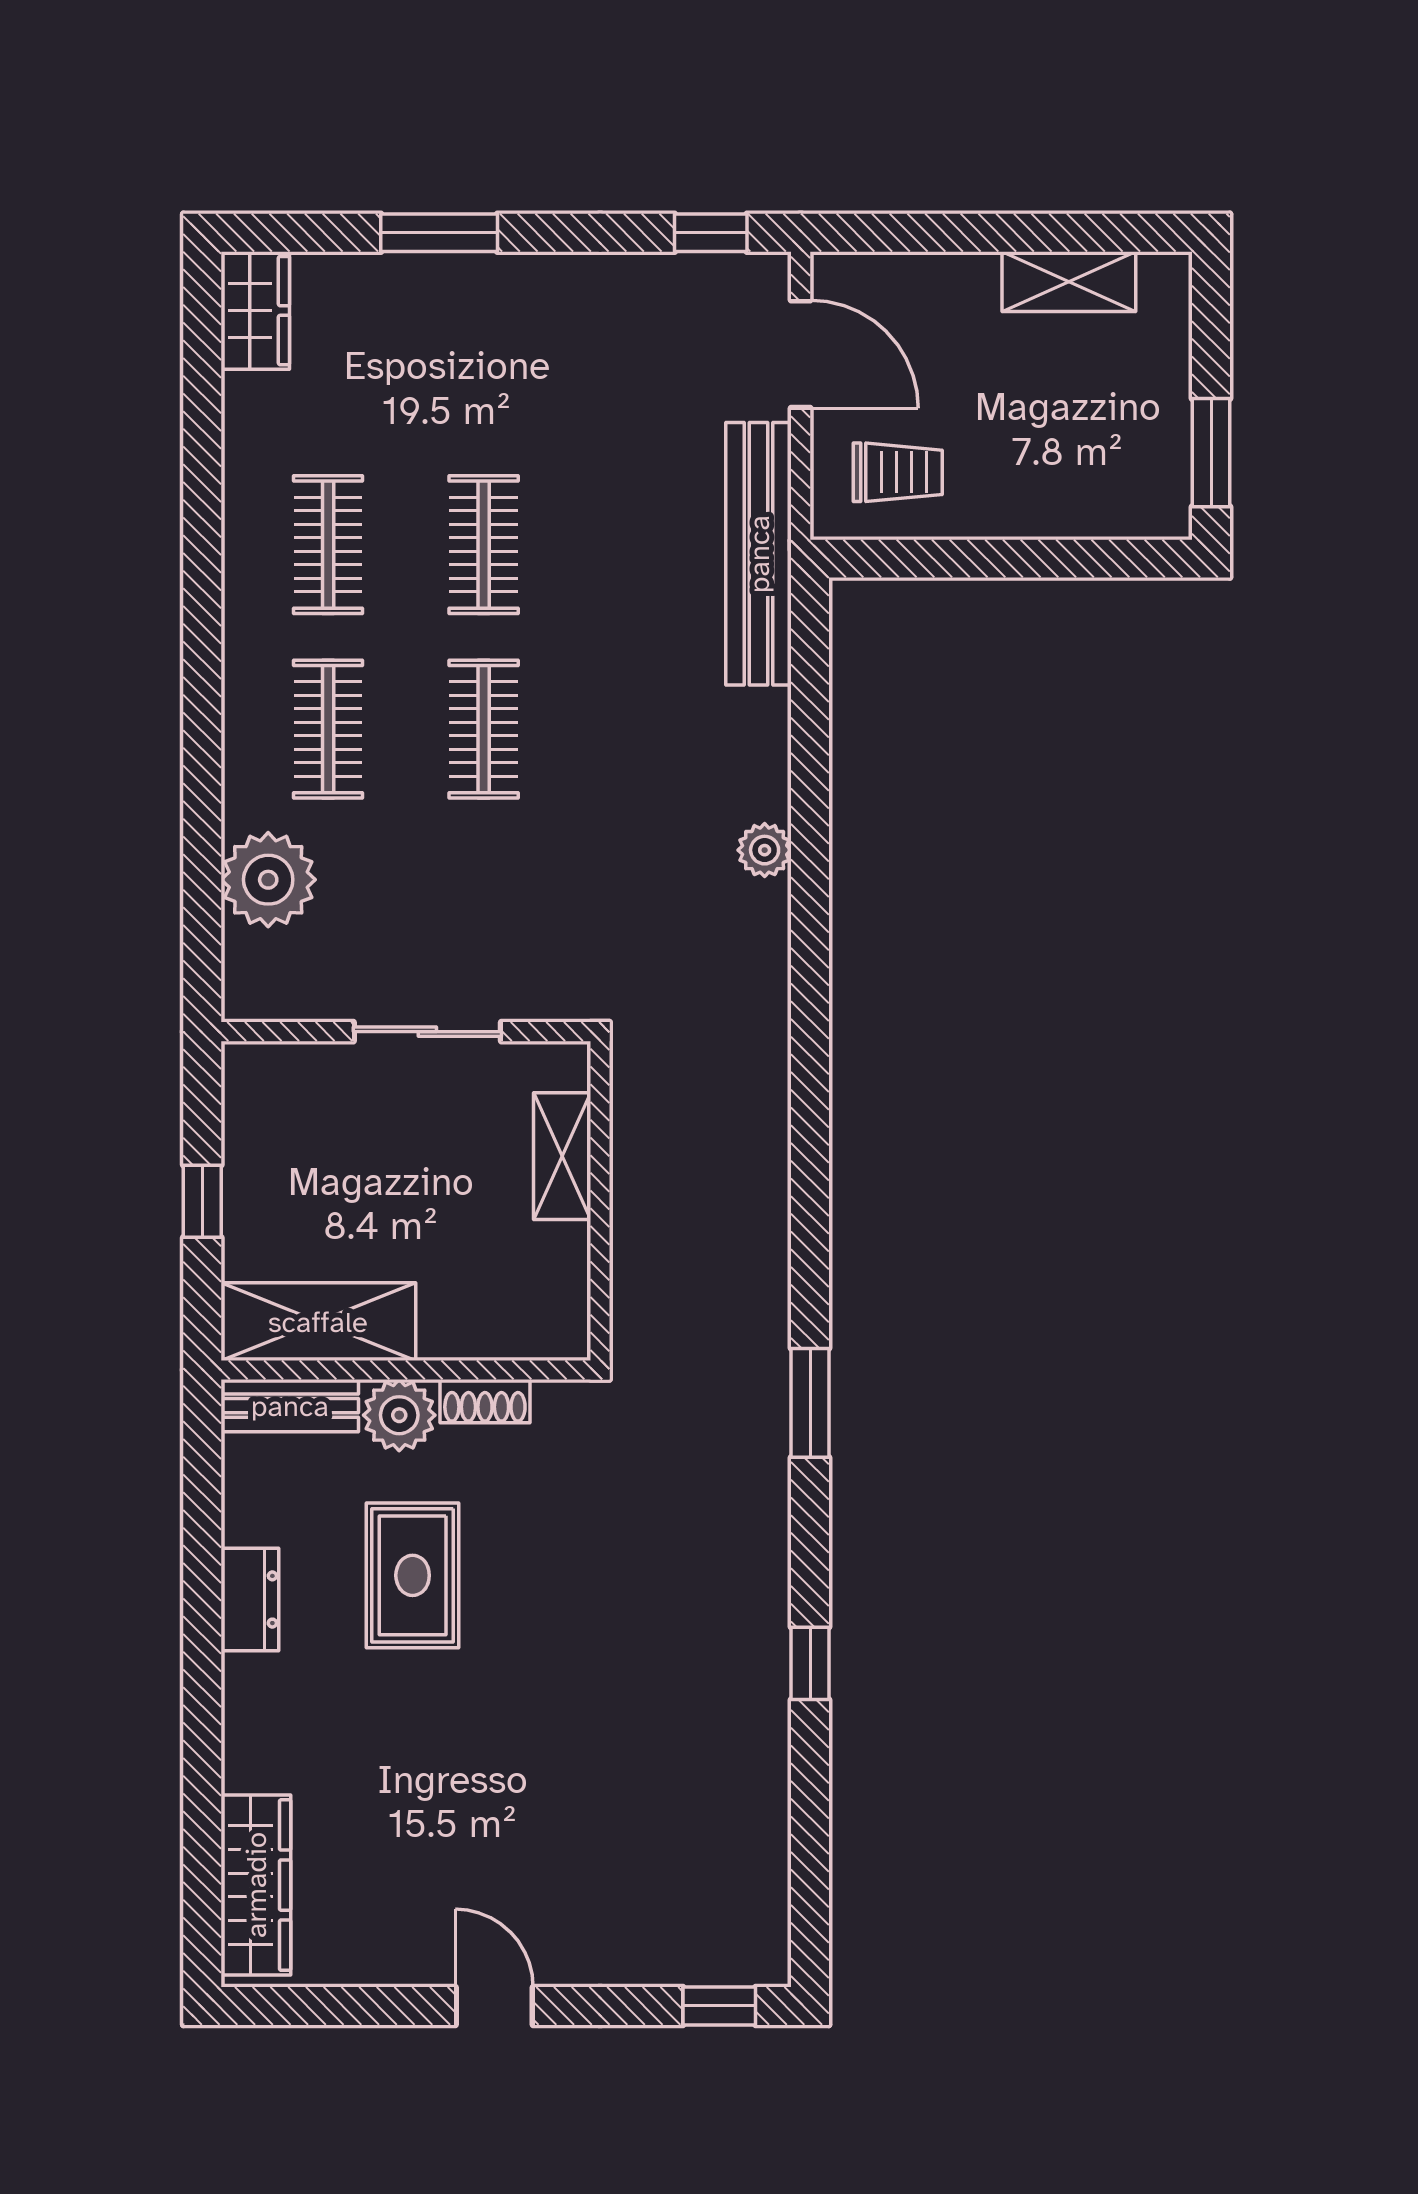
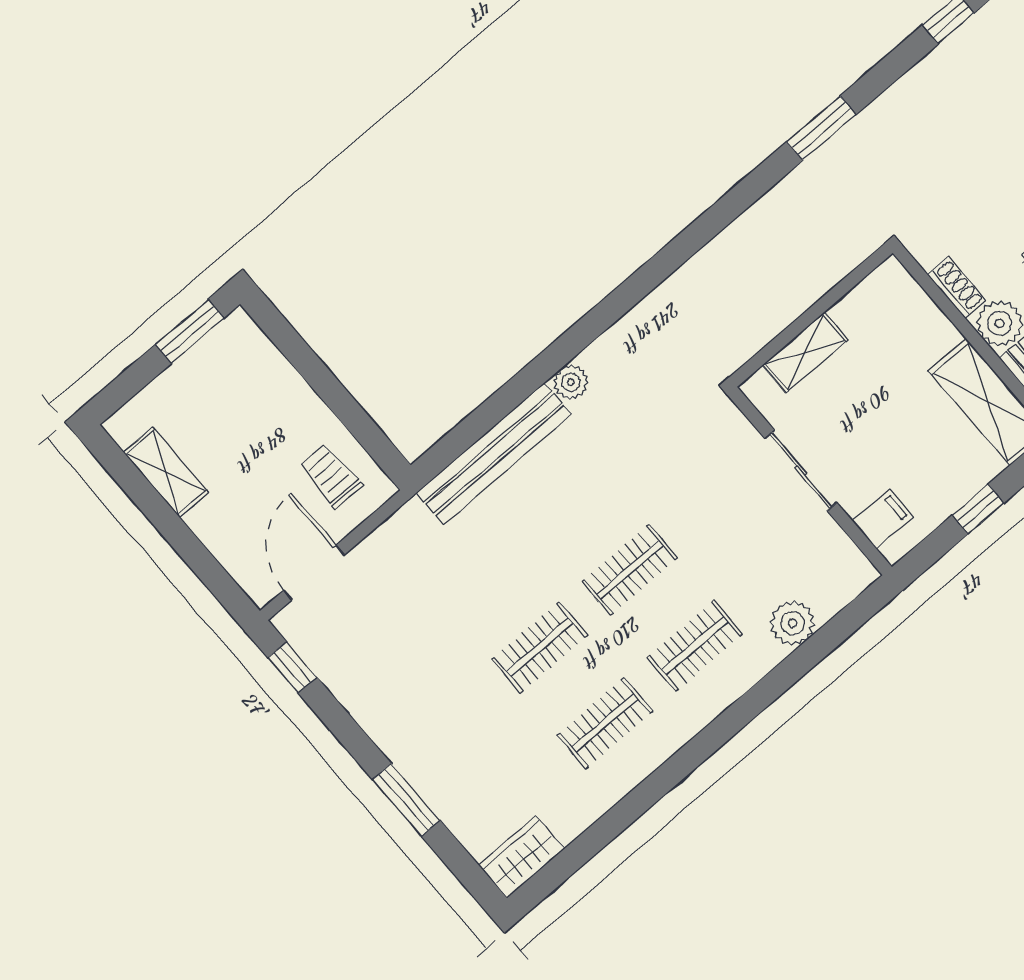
bench: (759, 554) -> (494, 454), moved
plant: (268, 880) -> (793, 623), width x0.73, depth x0.73
filing cabinet: (287, 1079) -> (883, 519), added

